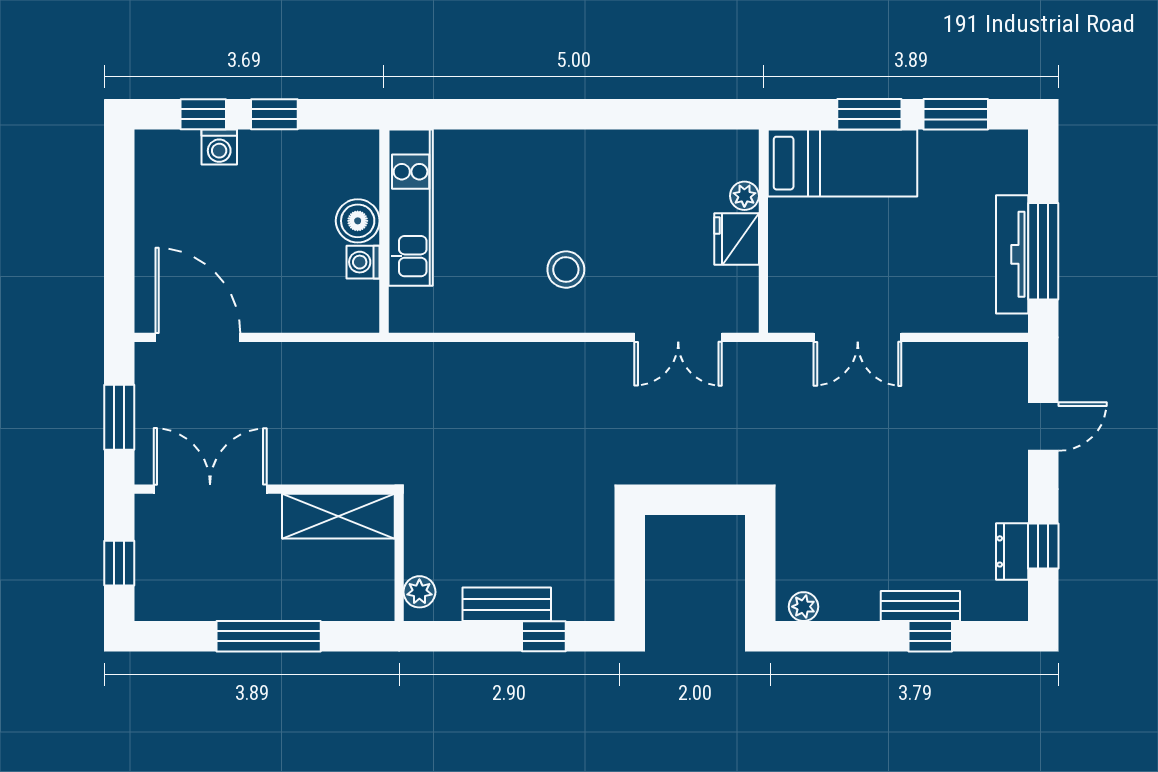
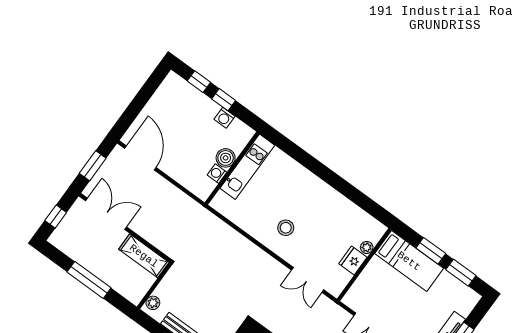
washing machine: (219, 147) -> (225, 118), moved

